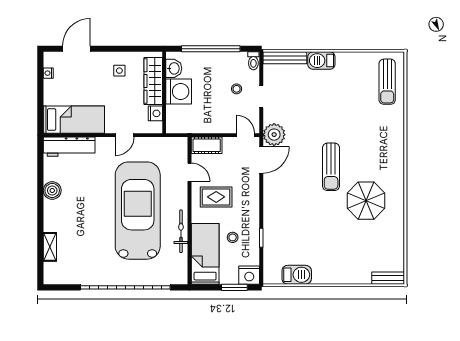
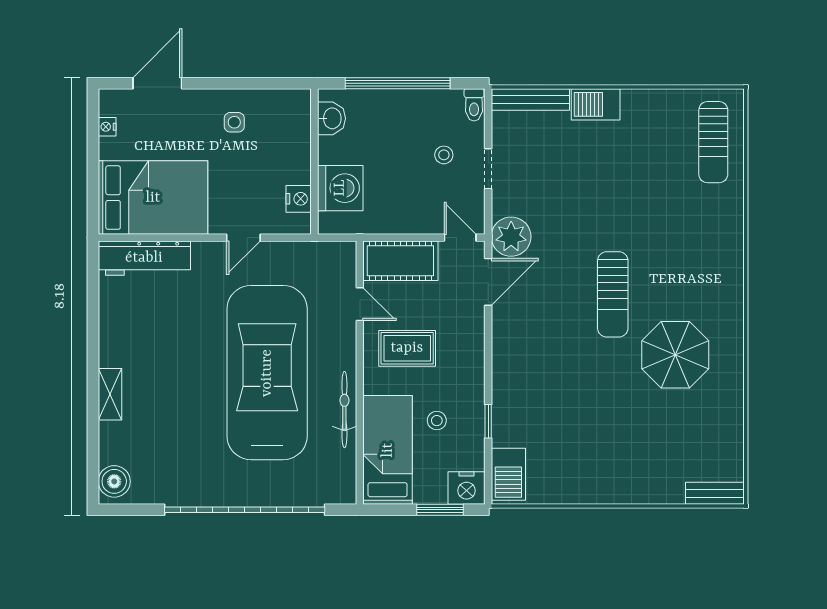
wardrobe: (153, 81) -> (295, 141), removed
washing machine: (179, 92) -> (340, 188), moved
bed: (74, 120) -> (153, 198), width x1.50
cot: (207, 145) -> (400, 261), width x1.37, depth x1.34
boiler: (52, 190) -> (114, 481), moved
shelving: (50, 247) -> (110, 394), moved
barbecue: (297, 275) -> (508, 474), moved, turned 90

